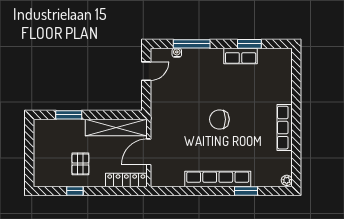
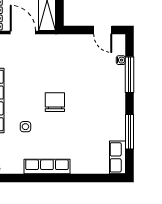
window: (249, 44) -> (130, 132), width x1.44
row of seats: (241, 56) -> (118, 157), moved
side table: (244, 149) -> (25, 127), added

